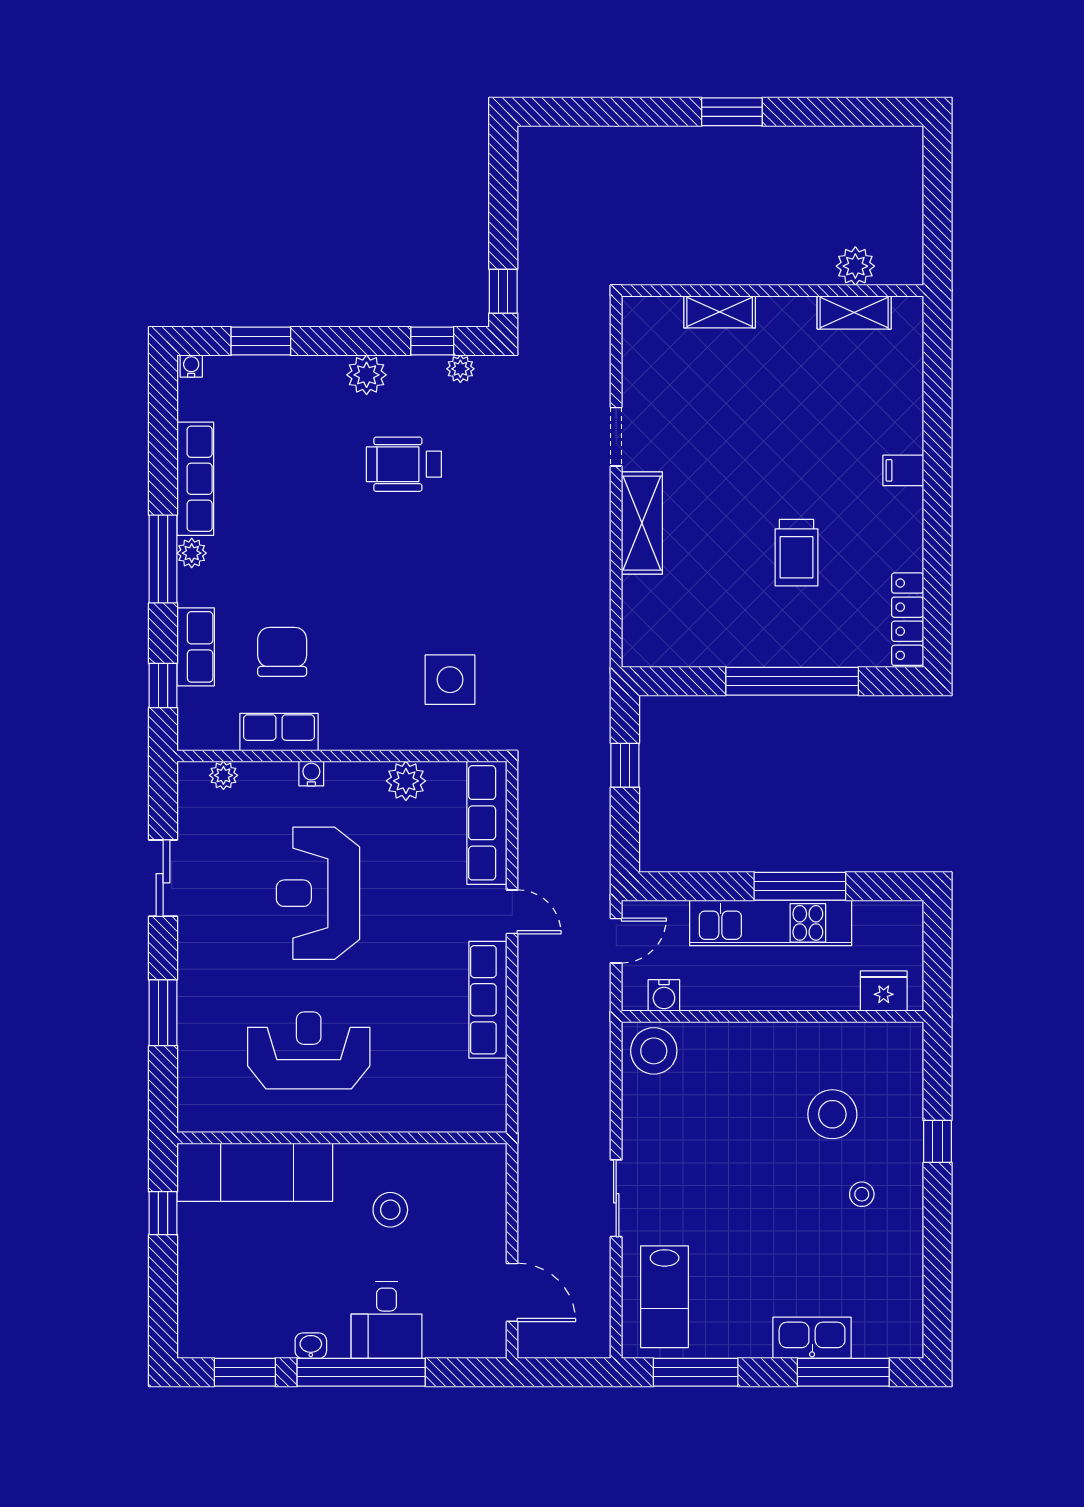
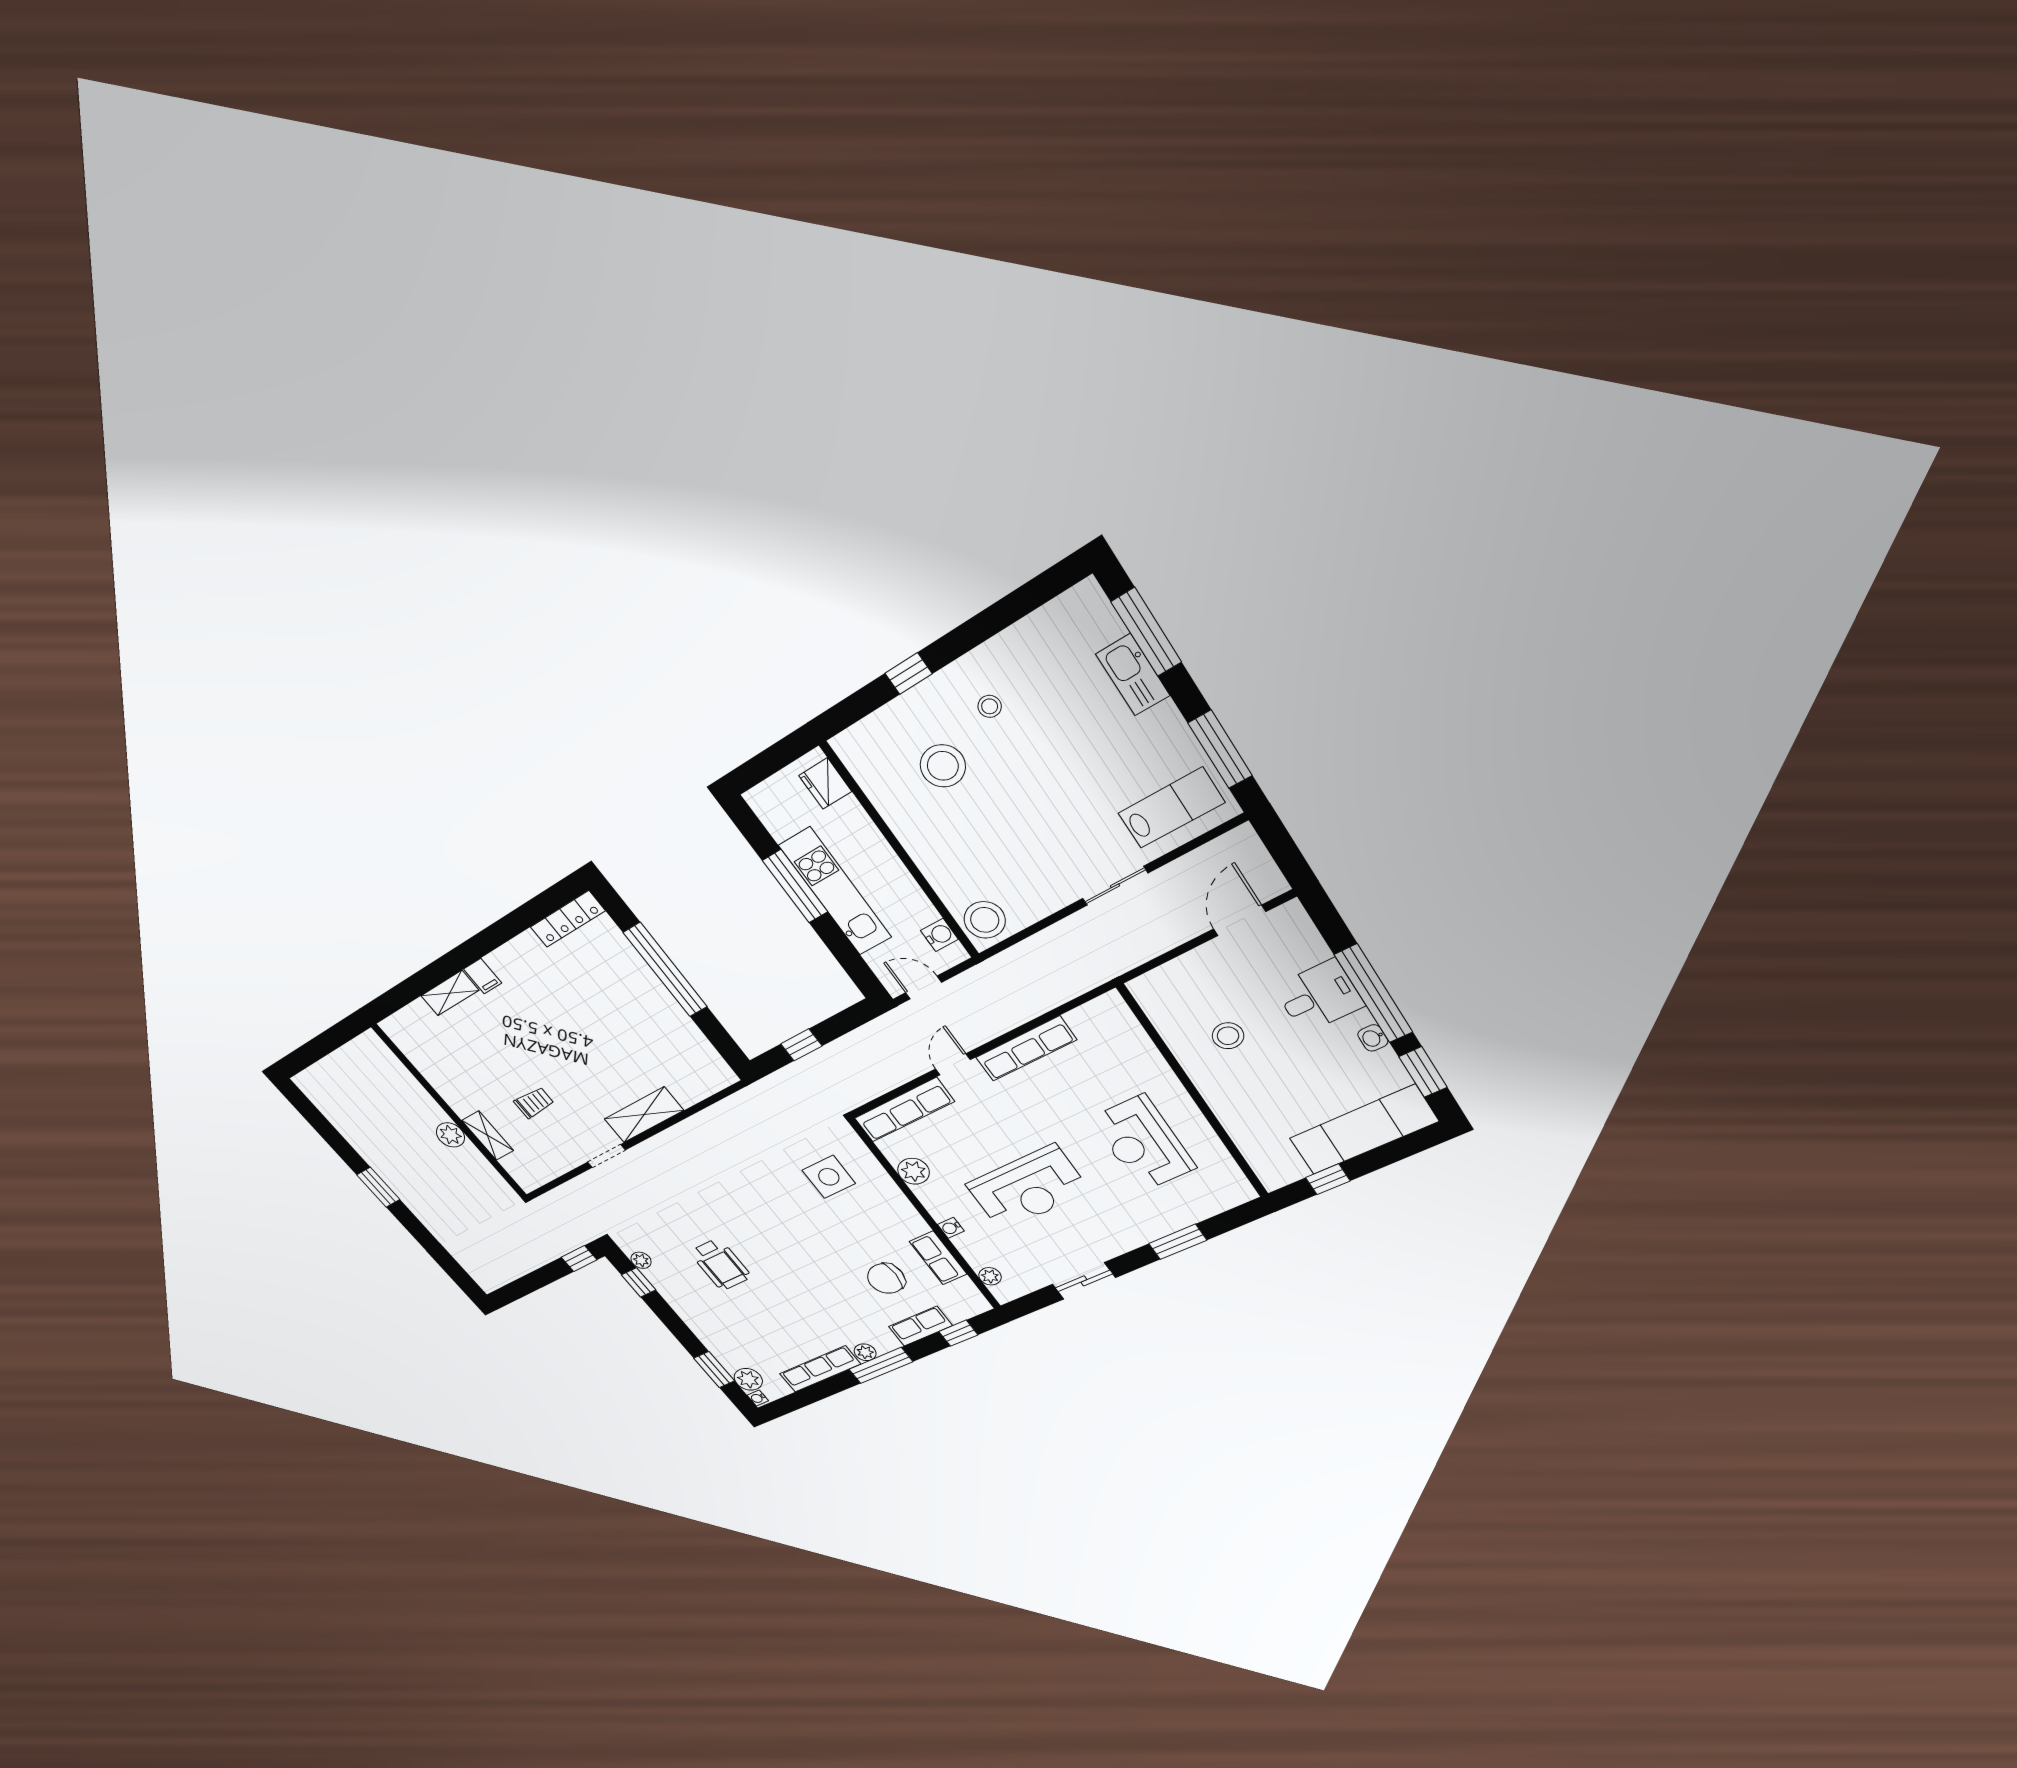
plant: (855, 266) -> (450, 1135), moved
shelving: (854, 312) -> (450, 993), moved, turned 90
plant: (367, 375) -> (748, 1379), moved
trolley: (797, 553) -> (534, 1103), moved, width x0.73, depth x0.72
exam couch: (255, 1172) -> (1363, 1130), moved, turned -90

